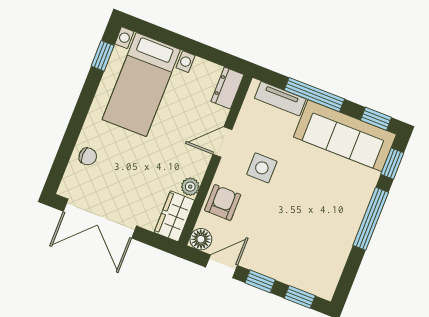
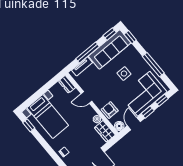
door: (222, 142) -> (87, 98), hinge flipped
side table: (262, 168) -> (124, 74), moved
window: (371, 219) -> (153, 65), moved
corner sofa: (293, 253) -> (144, 94), added

